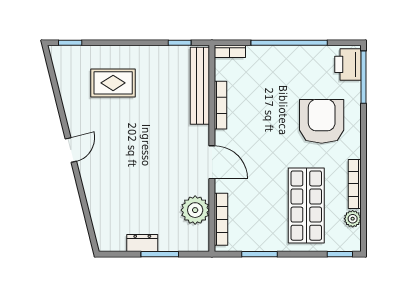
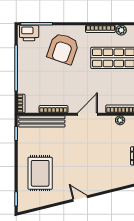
rug: (113, 83) -> (40, 173), width x1.36, depth x1.43
armchair: (322, 121) -> (63, 49), turned -71
plant: (195, 210) -> (120, 120), width x0.53, depth x0.53

